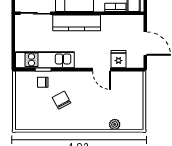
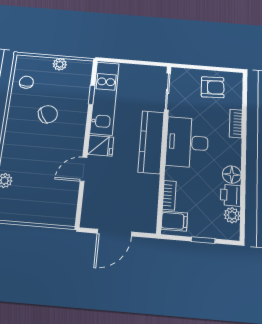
fridge: (119, 59) -> (101, 146), moved
chair: (43, 82) -> (26, 82), moved
plant: (20, 96) -> (60, 64), added

